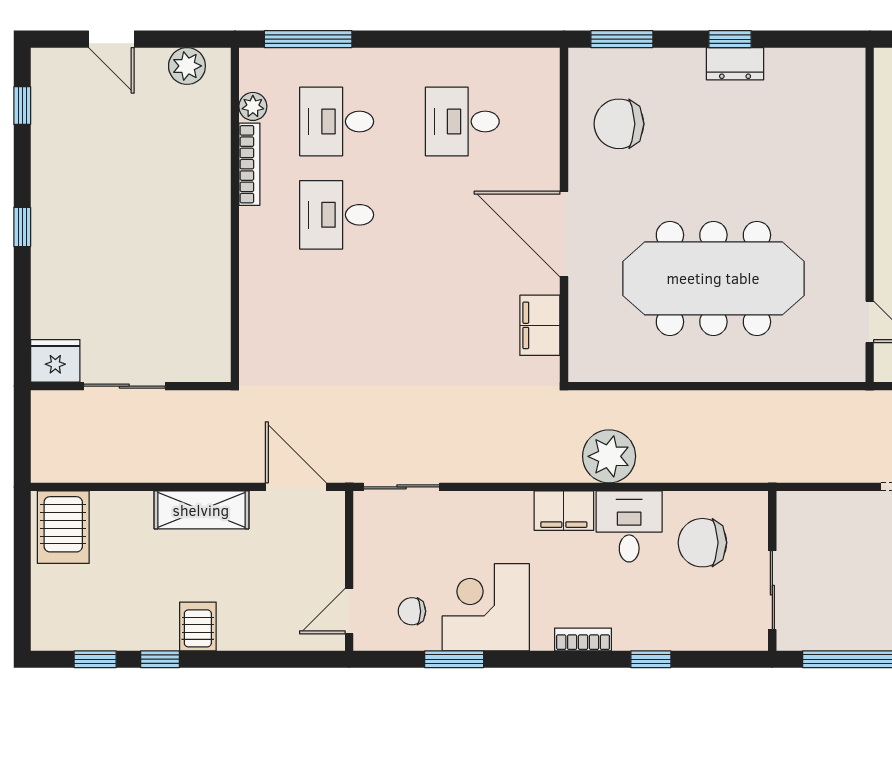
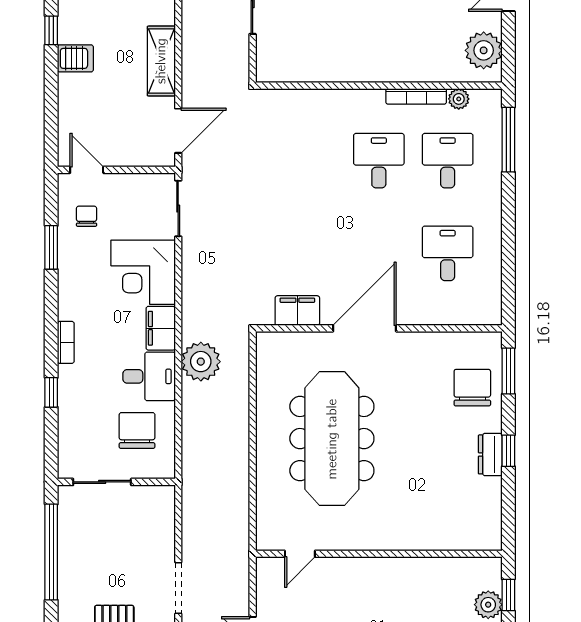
plant: (187, 66) -> (484, 50), width x1.36, depth x1.36
chair: (619, 124) -> (472, 388), moved
corner desk: (486, 607) -> (143, 272), moved, turned 180

